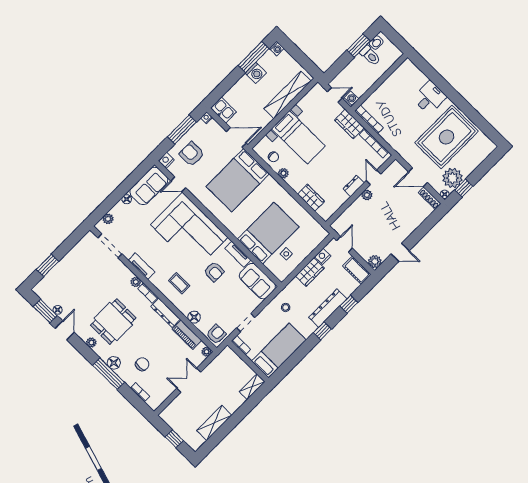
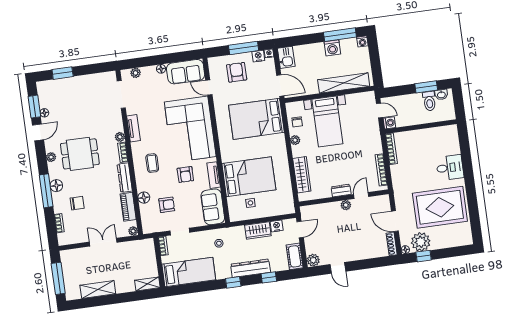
wardrobe: (349, 124) -> (374, 141), removed
nightstand: (166, 160) -> (258, 56), moved
wardrobe: (311, 198) -> (302, 175), width x1.50
armchair: (216, 334) -> (167, 205), moved
window: (174, 439) -> (58, 278), width x2.17

